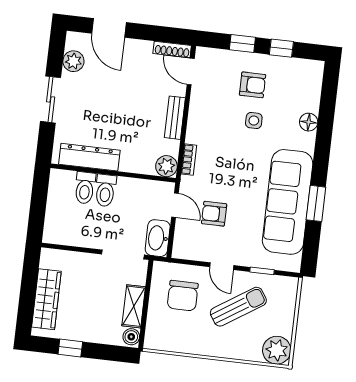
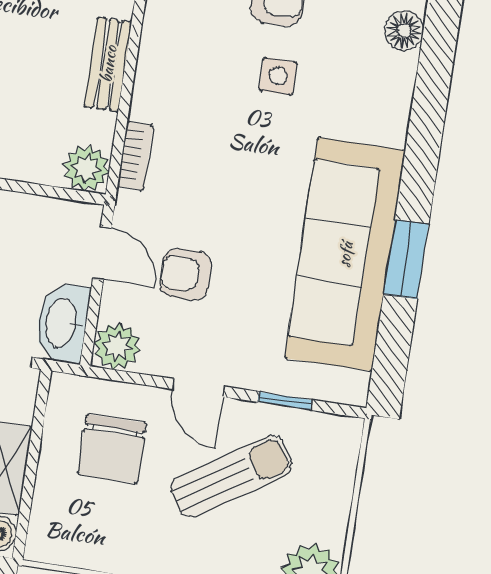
floor lamp: (309, 122) -> (404, 31), moved
plant: (183, 248) -> (117, 346), added

